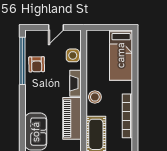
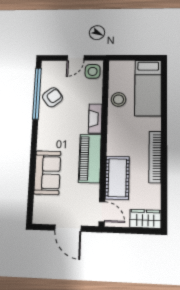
side table: (73, 55) -> (93, 71), moved
armchair: (37, 64) -> (52, 97), turned -127
stool: (95, 97) -> (118, 99), moved

